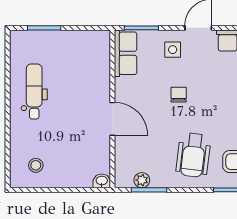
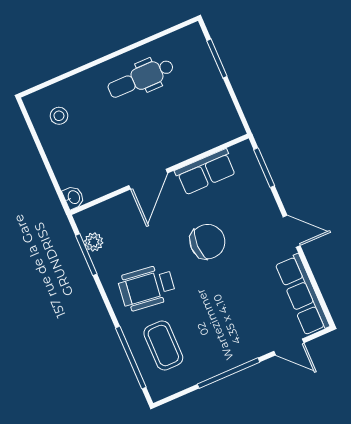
side table: (173, 50) -> (255, 213), removed
row of seats: (126, 53) -> (205, 172), moved
dental chair: (34, 92) -> (141, 78), turned 180
chair: (179, 95) -> (207, 242), width x1.87, depth x1.87

